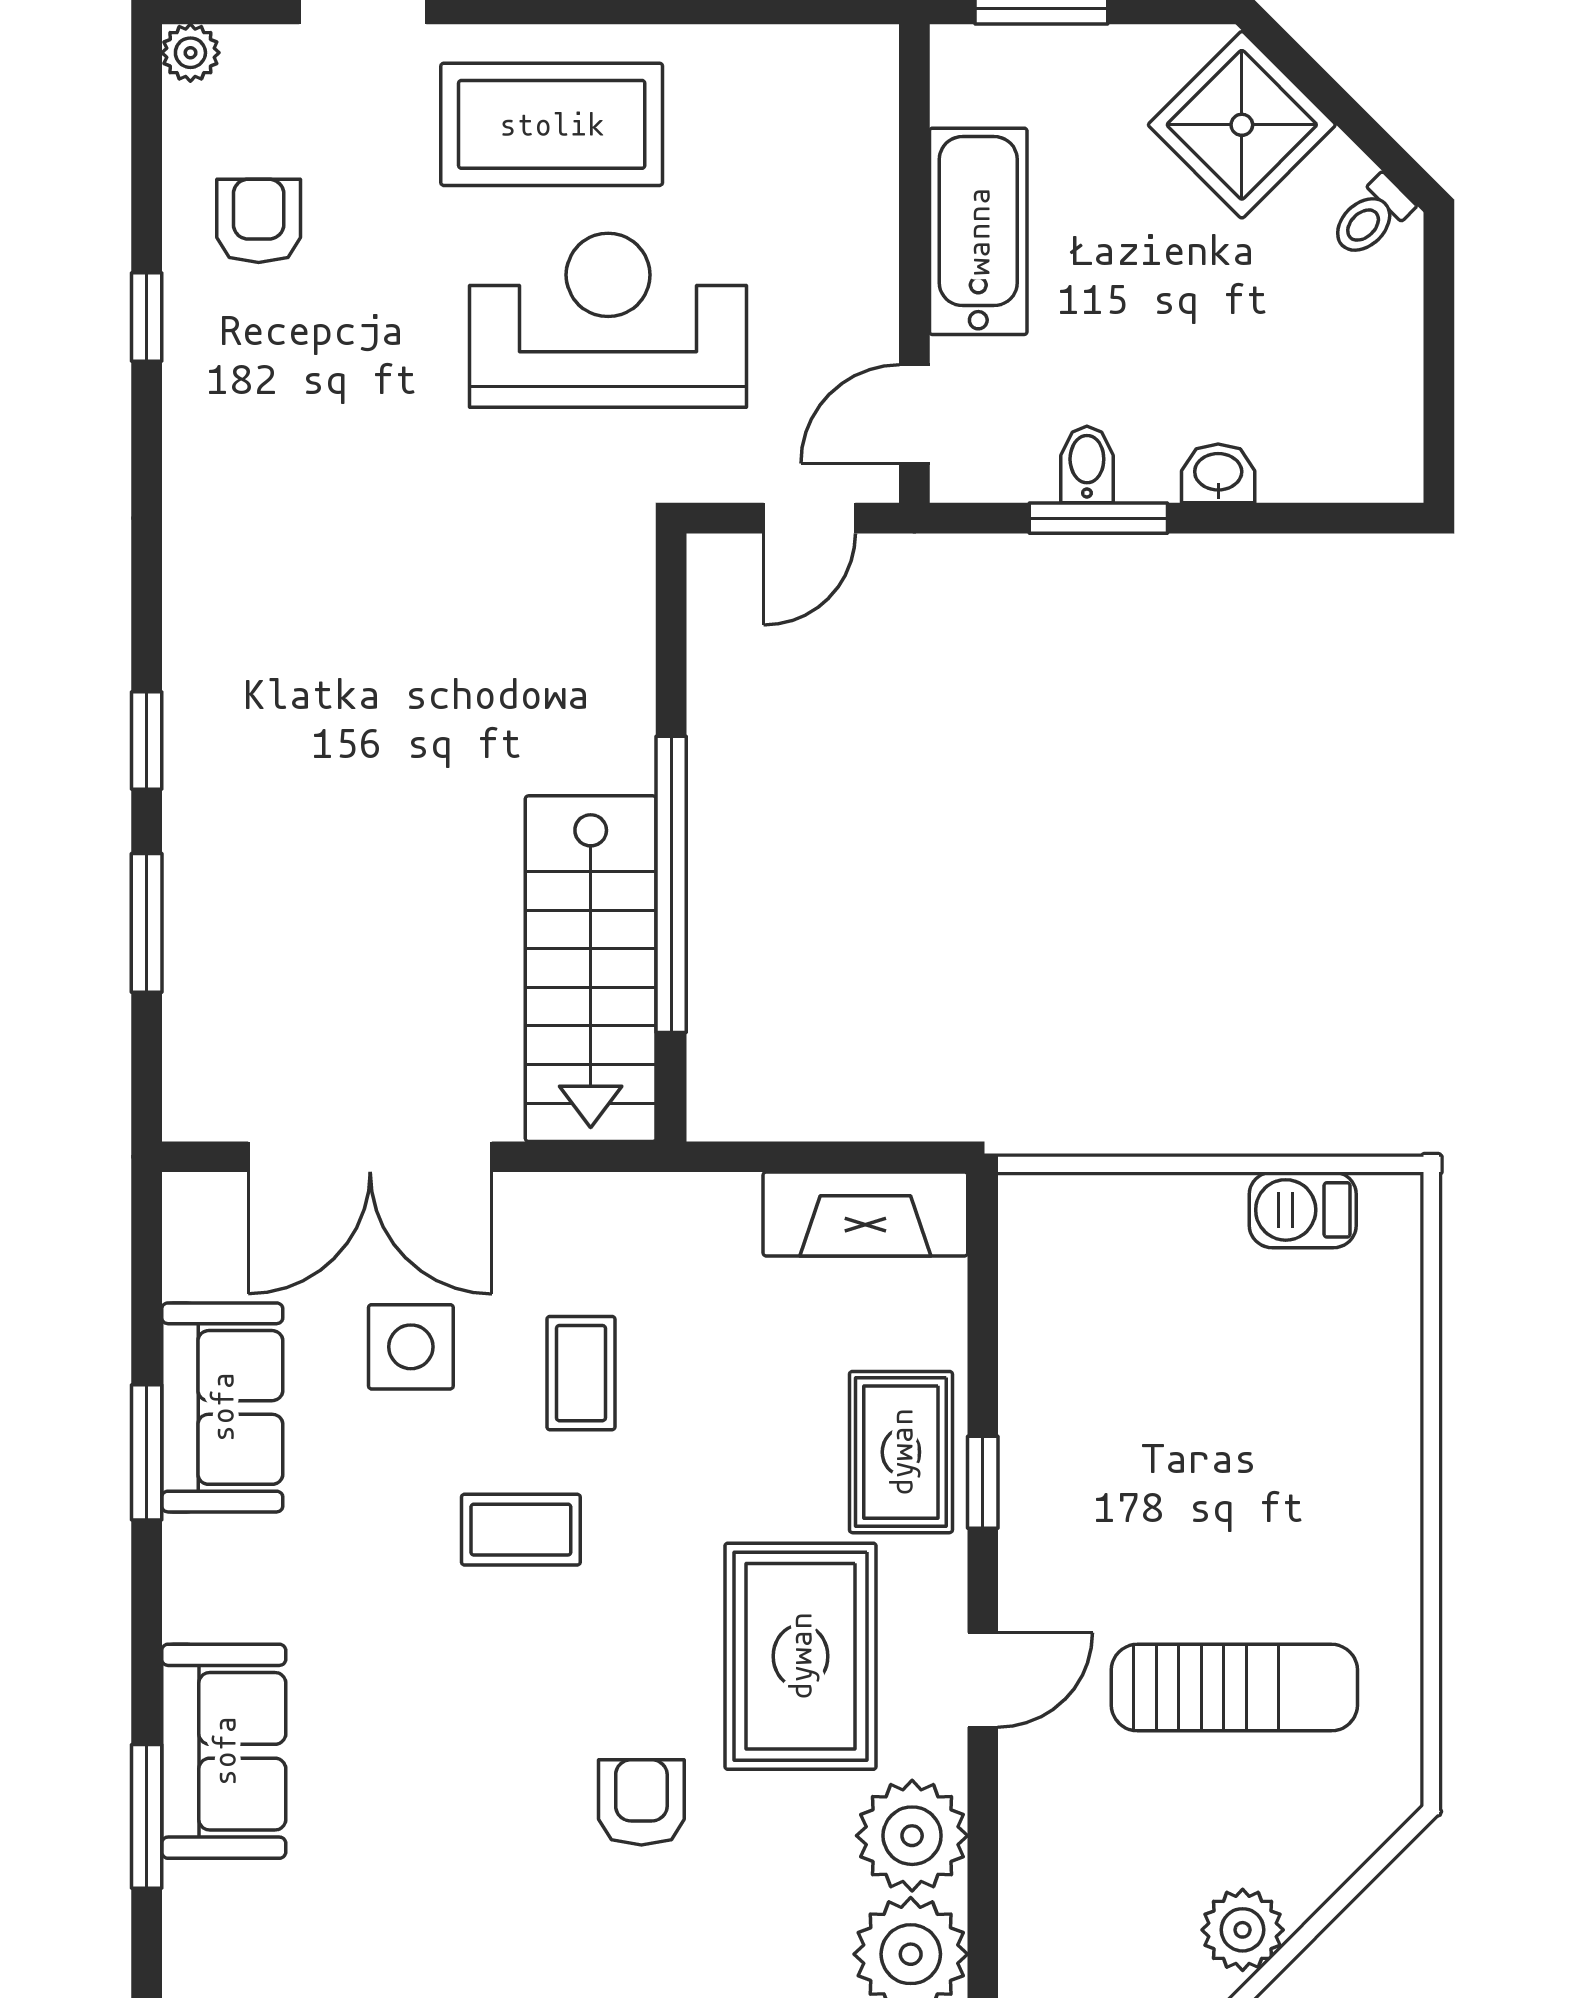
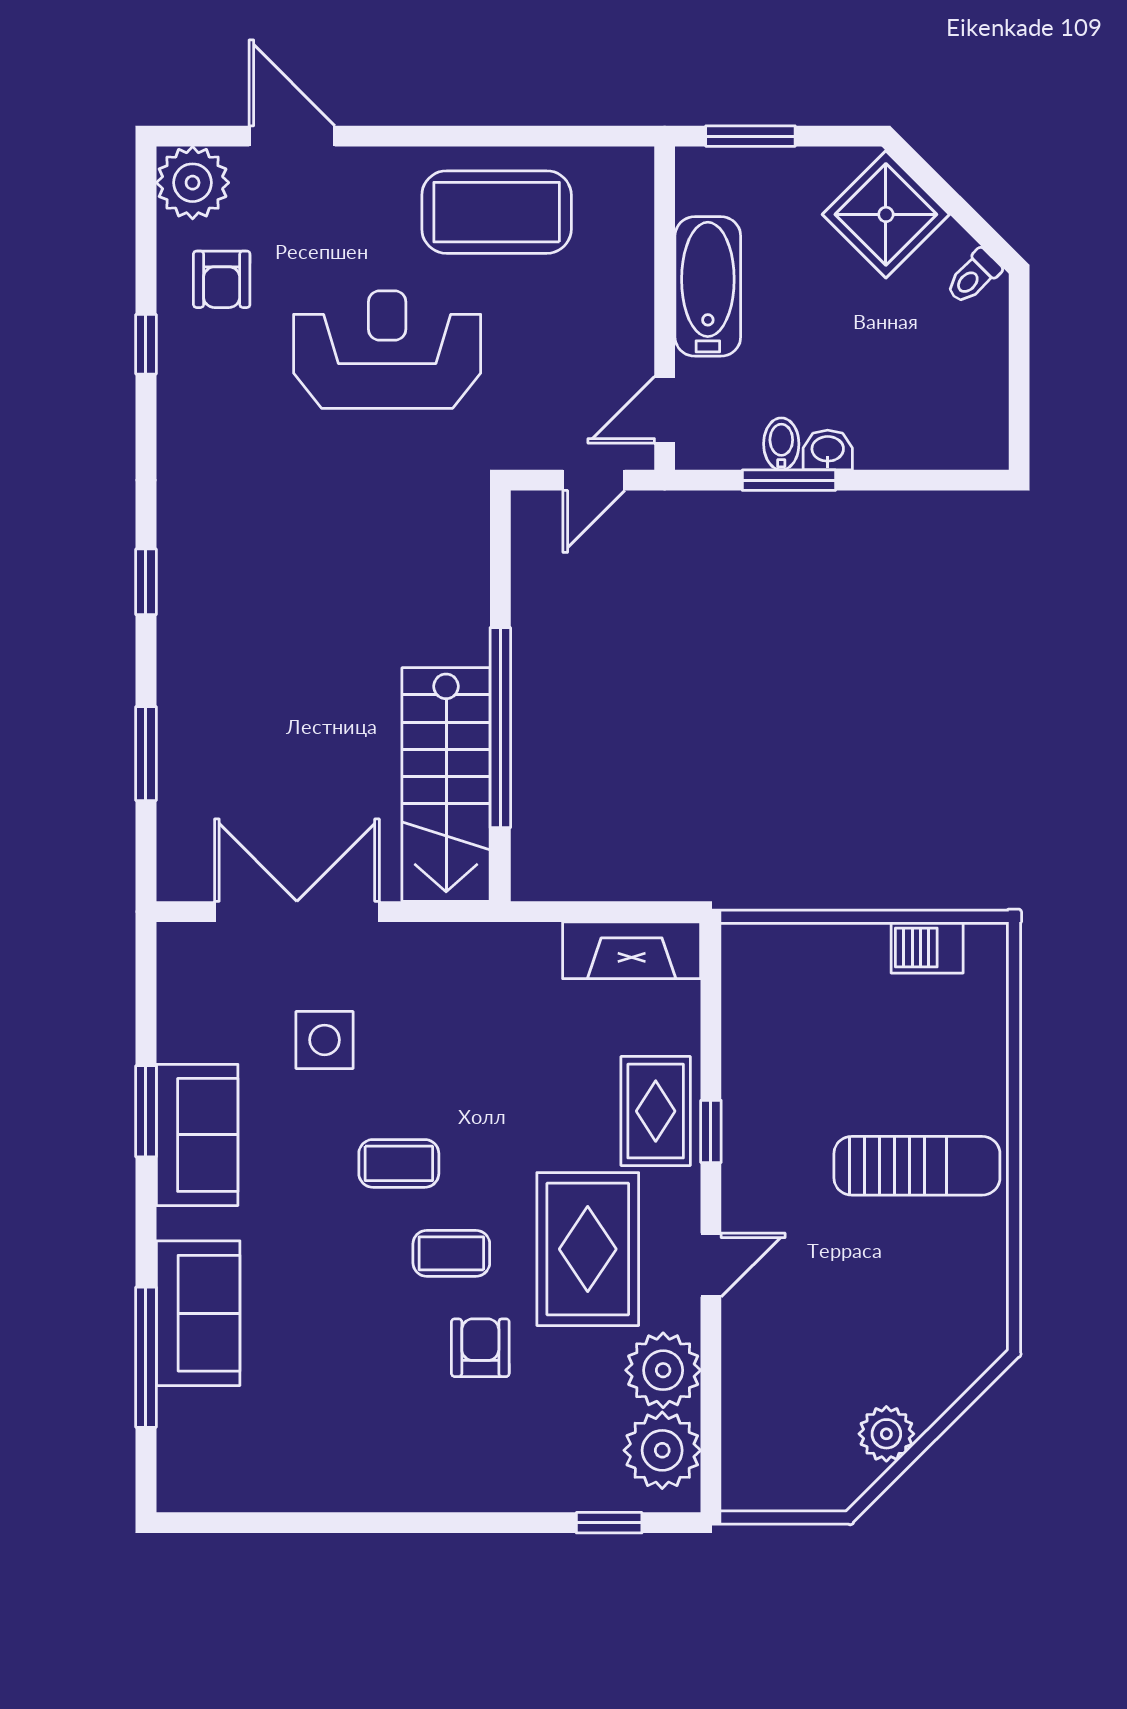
plant: (190, 53) -> (193, 183), width x1.88, depth x1.88
coffee table: (552, 124) -> (497, 212), moved
armchair: (259, 221) -> (222, 279), turned 180
reception desk: (608, 320) -> (387, 350), moved
washbasin: (1218, 473) -> (828, 450), moved
window: (147, 740) -> (146, 582), moved
double door: (370, 1157) -> (297, 912), swing flipped
coffee table: (581, 1373) -> (451, 1253), moved, turned 90
sofa: (222, 1407) -> (197, 1135), moved
sun lounger: (1234, 1688) -> (917, 1166), moved
window: (147, 1816) -> (146, 1357), width x1.44

